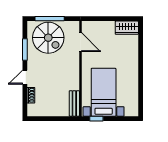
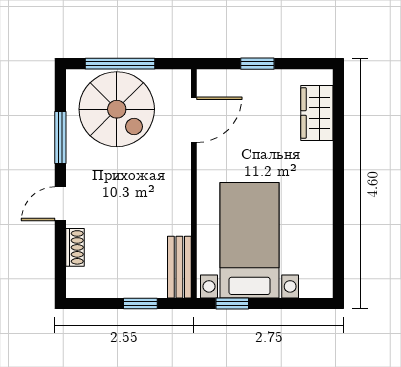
window: (107, 19) -> (257, 64), added
wardrobe: (127, 28) -> (317, 113), moved, turned 90
door: (80, 42) -> (194, 120), hinge flipped
window: (58, 119) -> (140, 303), added

